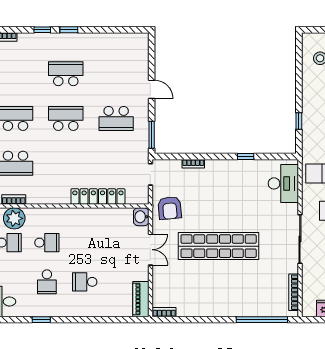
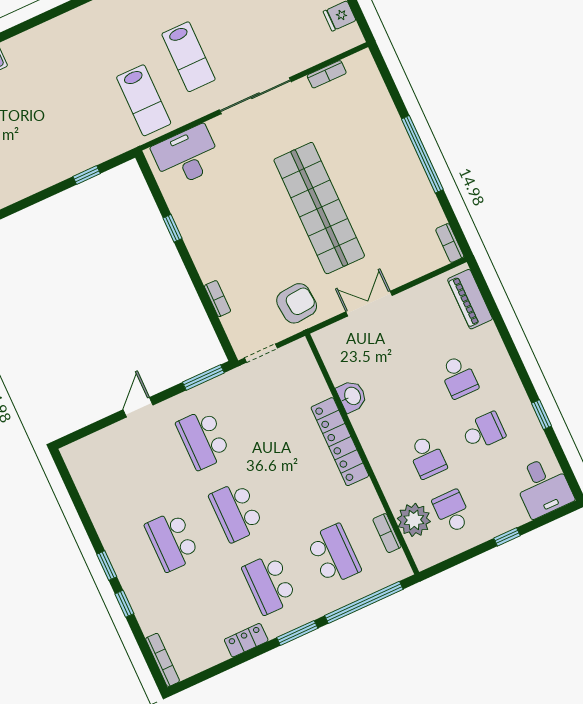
school desk: (116, 118) -> (203, 439), turned 180
locker: (98, 196) -> (340, 442), moved
washbasin: (141, 217) -> (352, 396), moved, turned -90
school desk: (47, 243) -> (427, 457), turned 180
bookcase: (294, 292) -> (327, 74), width x0.64
piano: (141, 299) -> (470, 299), moved, turned 90
window: (262, 320) -> (422, 154), moved

